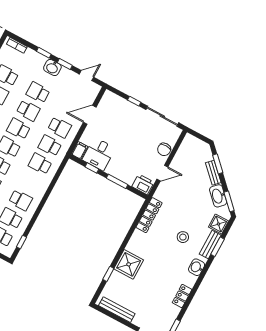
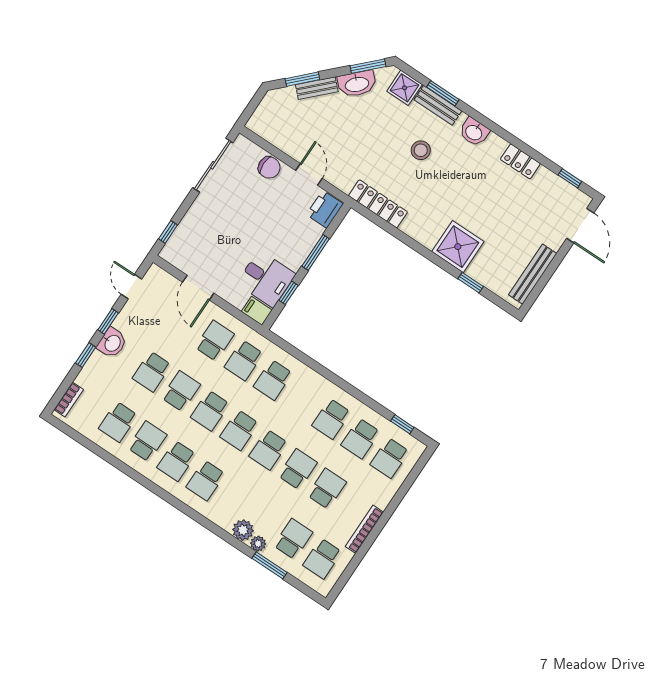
window: (134, 101) -> (168, 232), moved
school desk: (21, 200) -> (331, 419), turned 180

